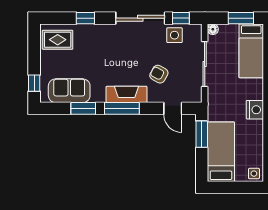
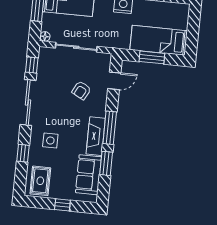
side table: (174, 35) -> (50, 141), moved
window: (34, 83) -> (62, 205), moved
fireplace: (127, 94) -> (96, 136), moved
window: (202, 134) -> (152, 57), moved
side table: (254, 174) -> (182, 12), removed

